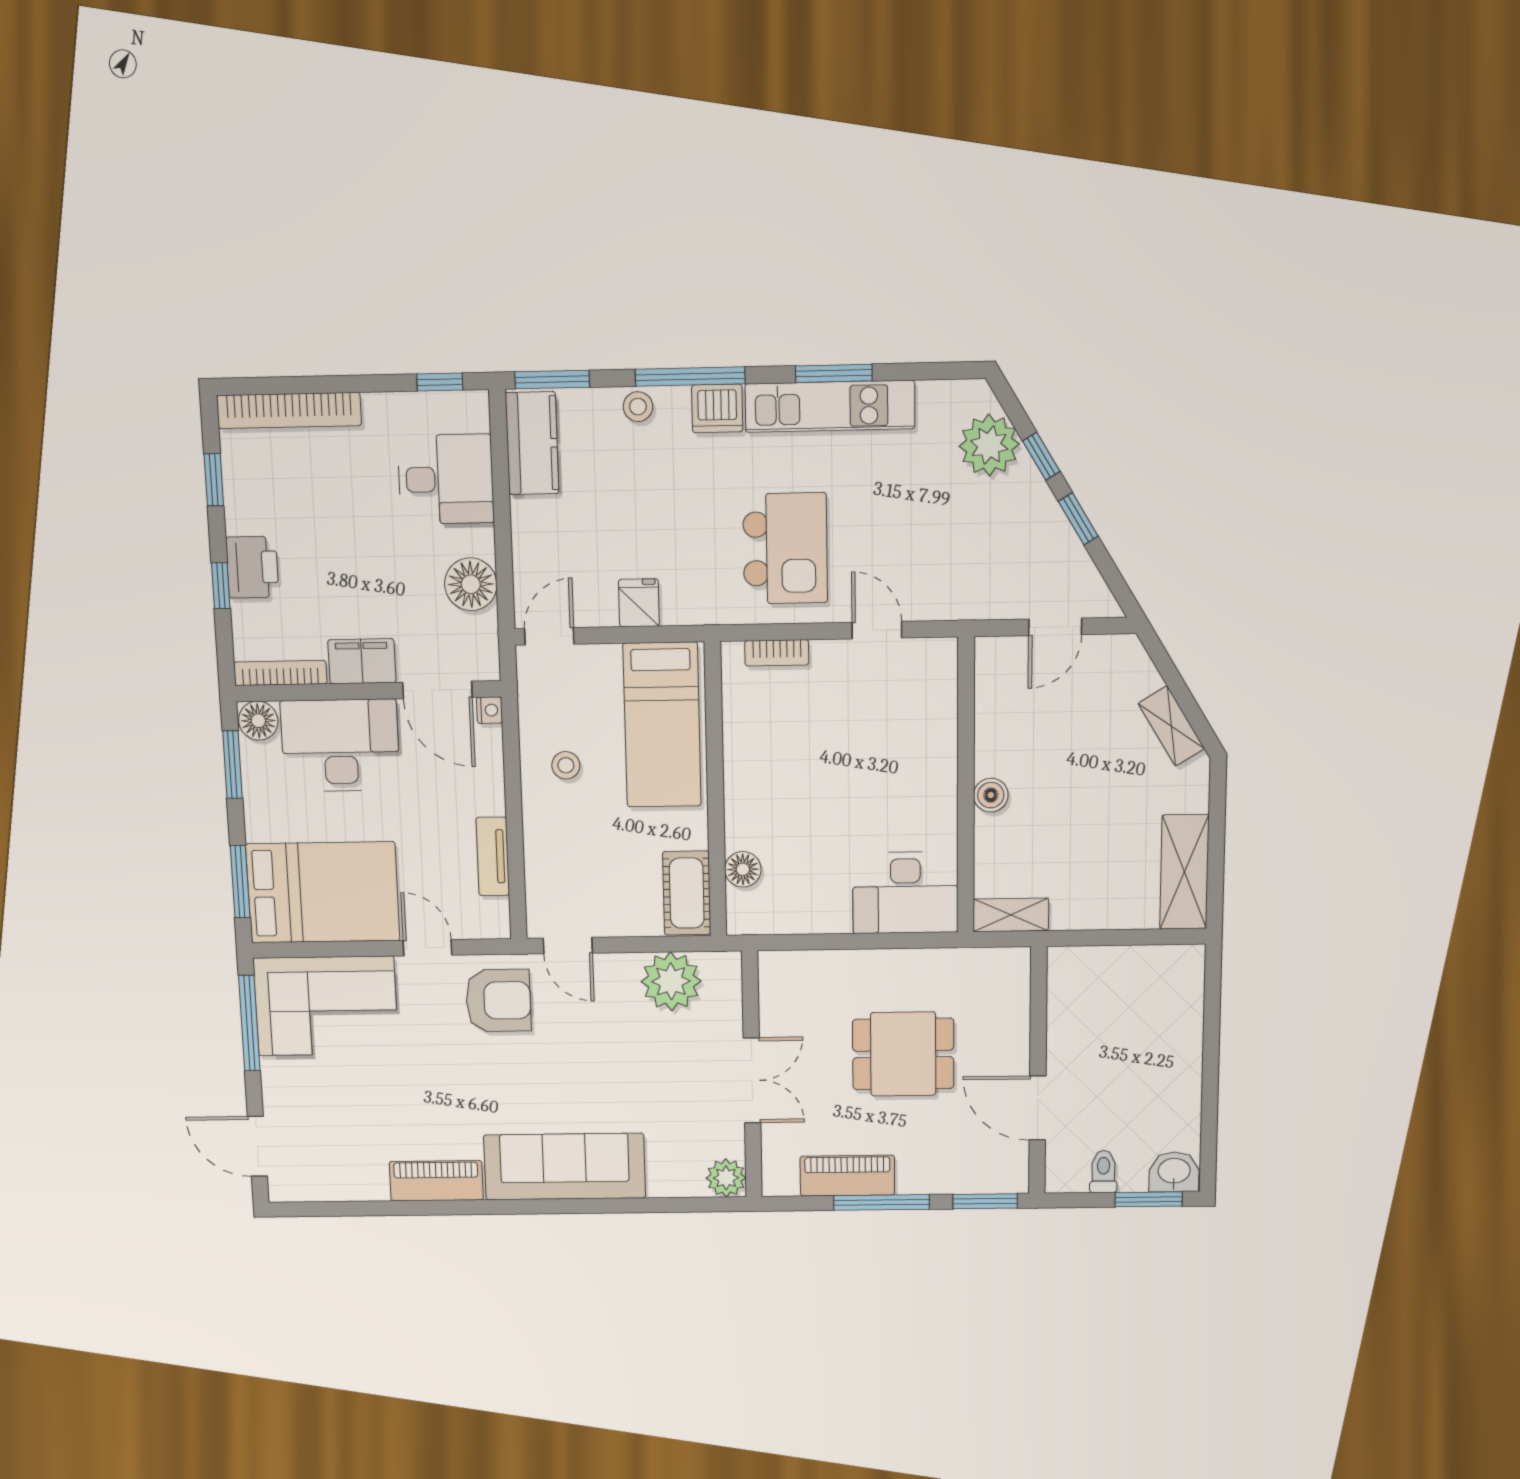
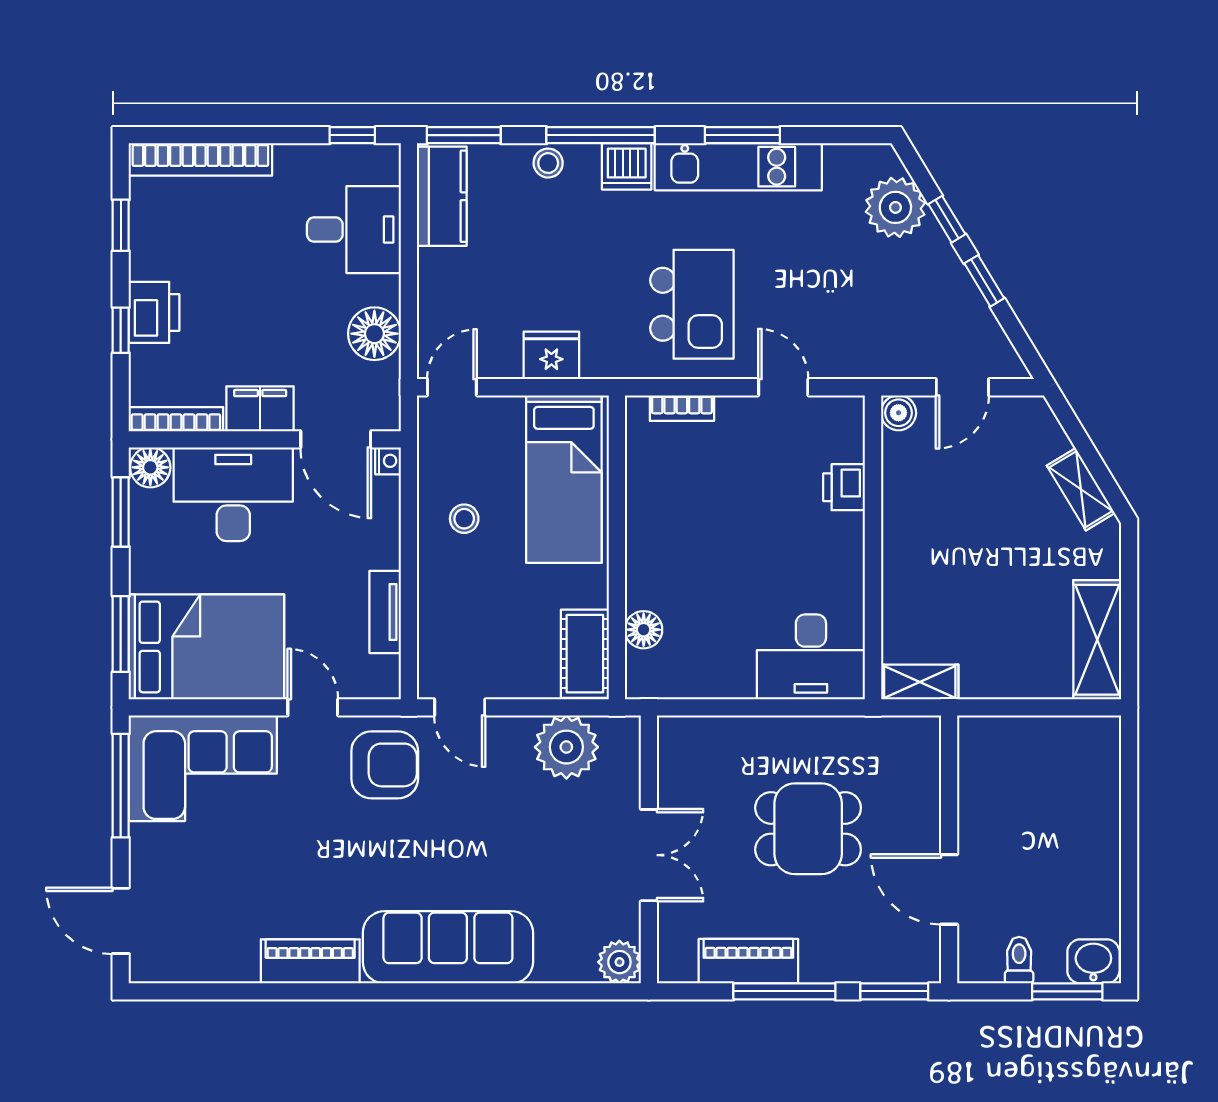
fridge: (639, 603) -> (551, 355), width x1.38
printer: (937, 728) -> (844, 487), added
boiler: (991, 795) -> (899, 413), moved

